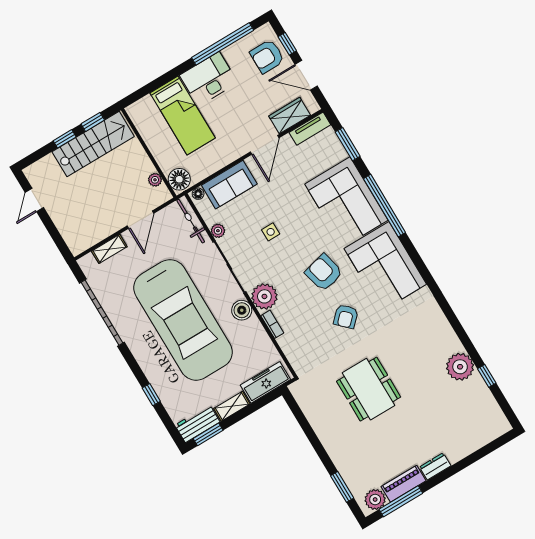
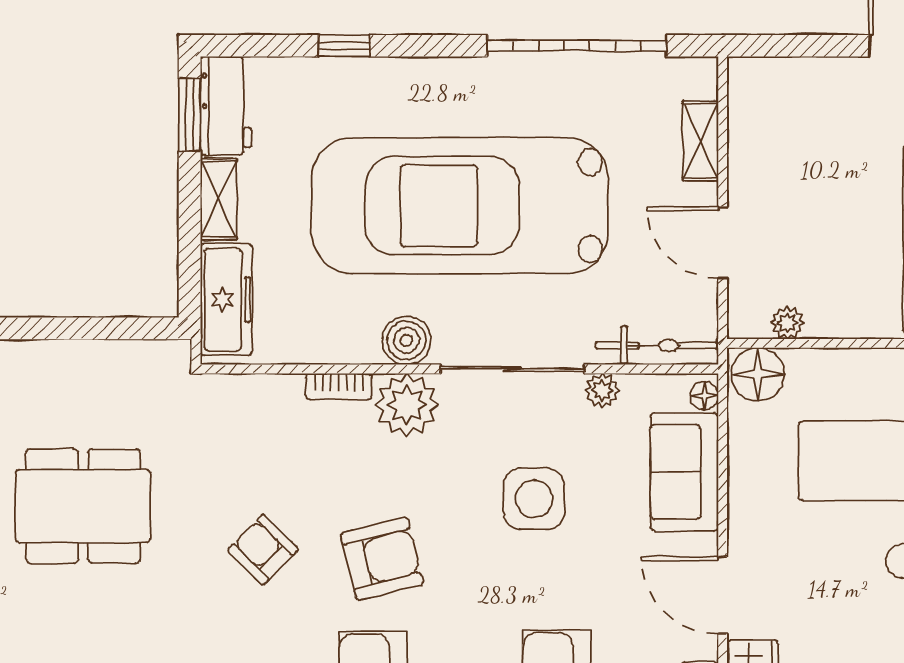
side table: (271, 232) -> (534, 499), width x1.87, depth x1.87

